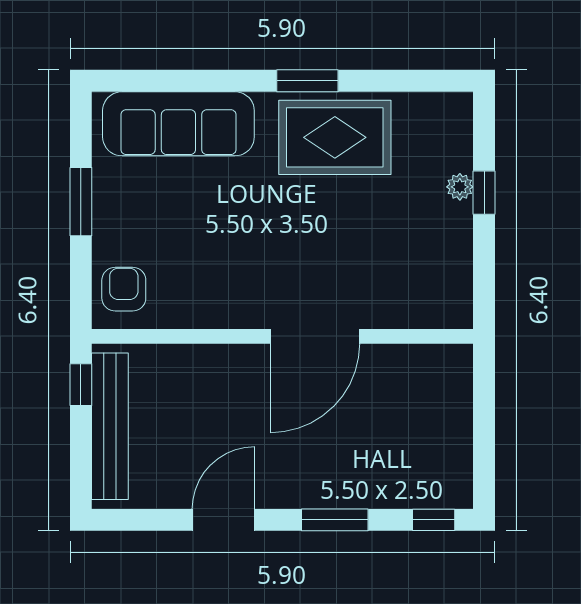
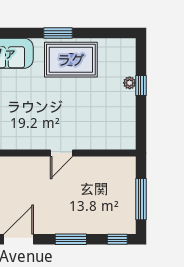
door: (315, 336) -> (62, 153), width x0.53
window: (484, 434) -> (141, 199), added

